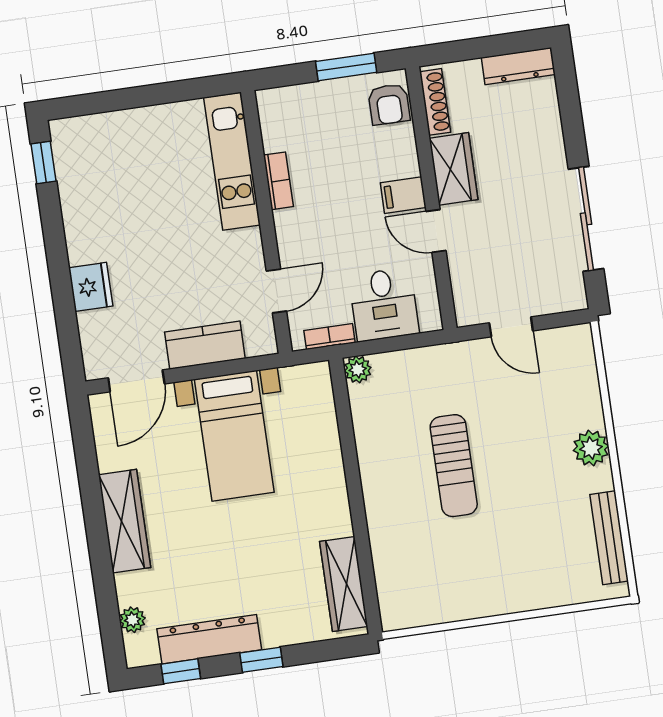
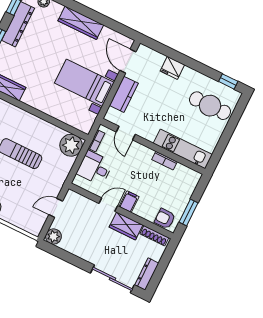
cafe table: (114, 166) -> (210, 106), added
sliding door: (586, 219) -> (112, 279), moved
plant: (569, 294) -> (53, 237), added
plant: (358, 369) -> (71, 145), width x1.88, depth x1.88

